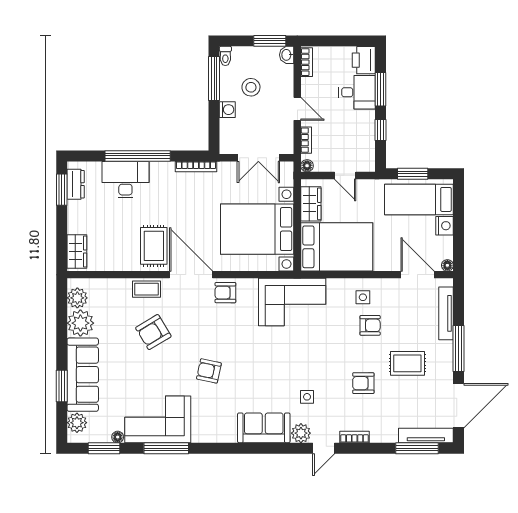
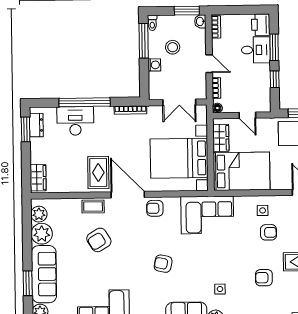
armchair: (209, 371) -> (163, 264), moved

